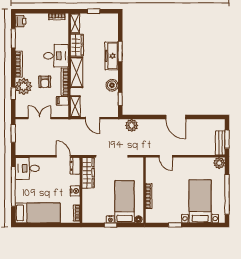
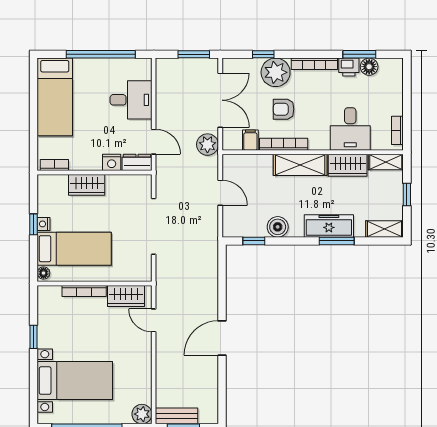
printer: (21, 21) -> (349, 67), moved
floor lamp: (20, 33) -> (369, 67), added
desk: (56, 56) -> (350, 129), moved
shelving: (75, 106) -> (385, 229), moved
double door: (40, 118) -> (220, 100), width x1.37
door: (93, 118) -> (220, 193), swing flipped
plant: (132, 125) -> (207, 145), moved
door: (63, 156) -> (154, 142), hinge flipped
door: (166, 156) -> (154, 320), hinge flipped
desk: (27, 168) -> (131, 100), moved, turned 90
wardrobe: (152, 172) -> (126, 296), added
wardrobe: (88, 173) -> (87, 185), moved, width x0.67
nightstand: (75, 191) -> (112, 162), moved

